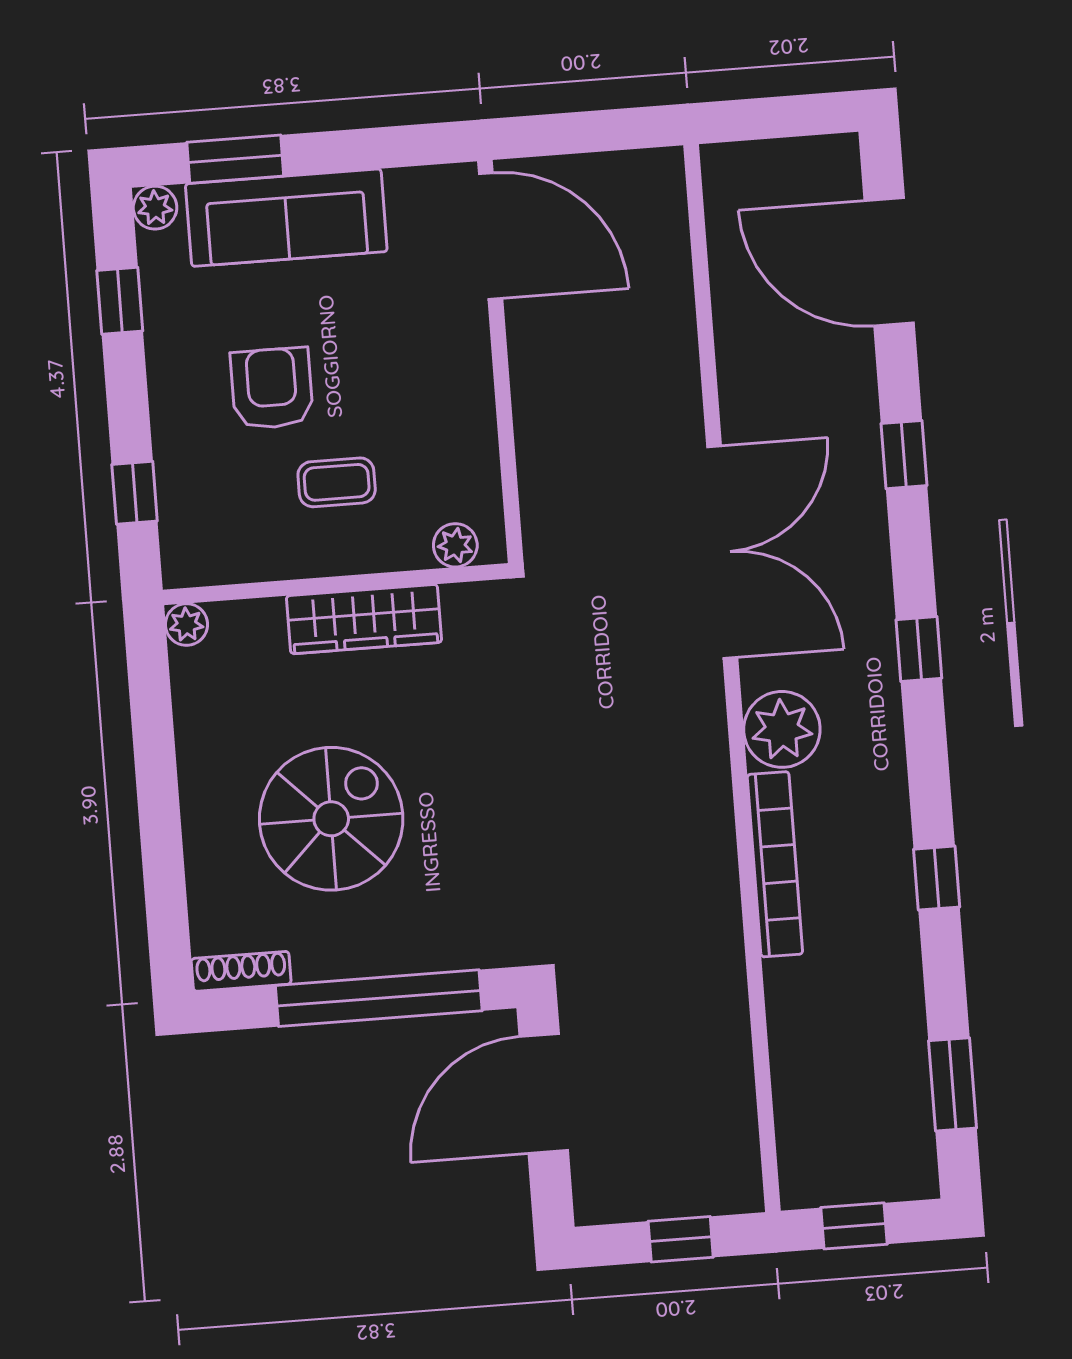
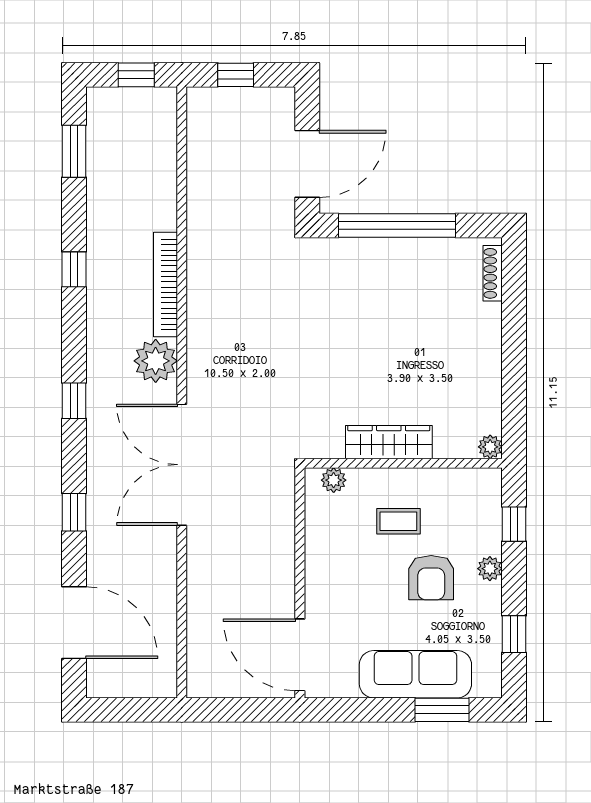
plant: (155, 208) -> (490, 569), moved
spiral stairs: (331, 819) -> (416, 330), removed
shoe rack: (241, 971) -> (493, 273), moved, turned 90

